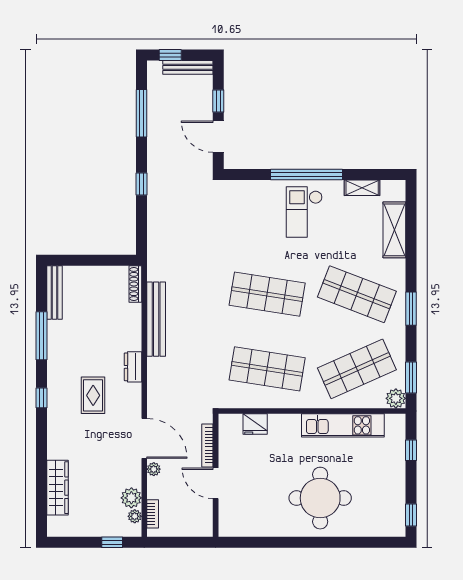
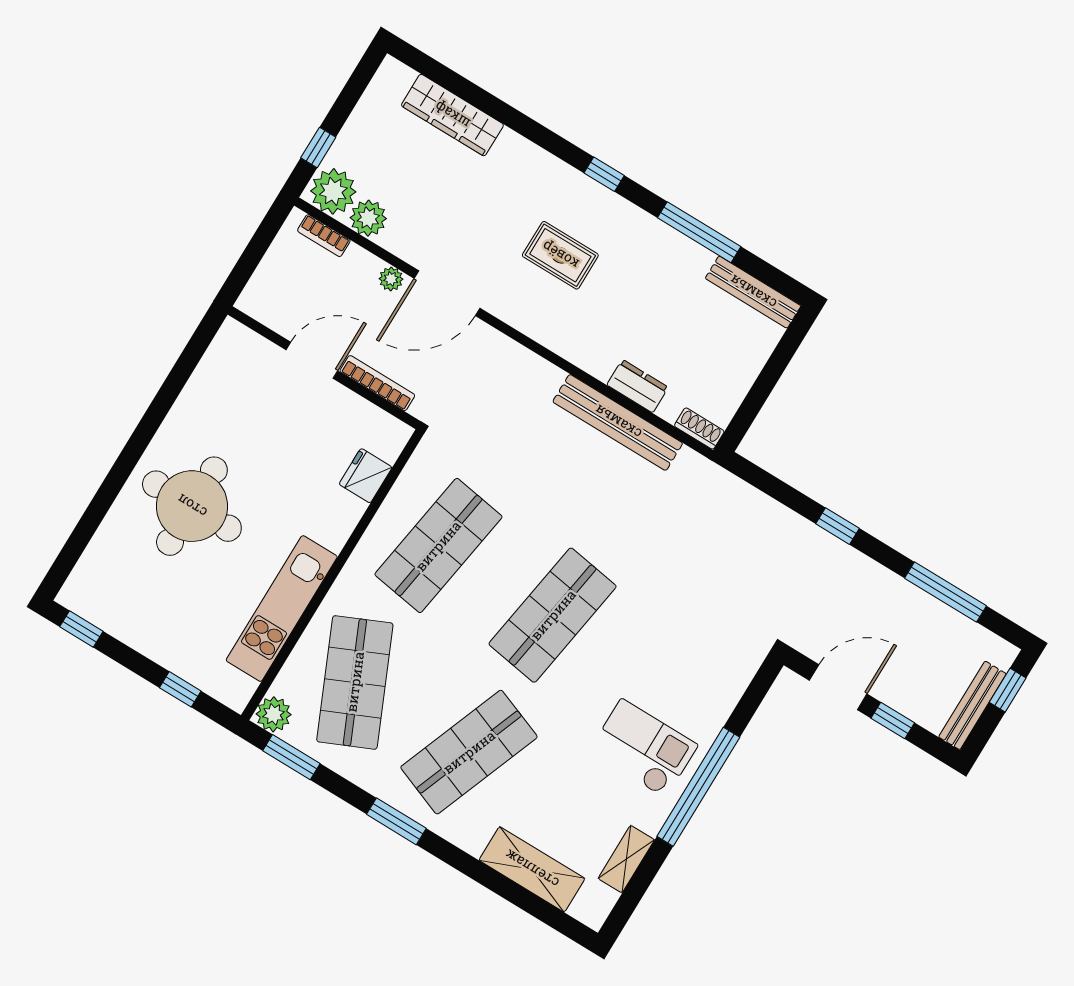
shoe rack: (135, 284) -> (699, 429), width x0.70
dresser: (133, 367) -> (638, 386), moved
plant: (135, 516) -> (333, 191), width x1.88, depth x1.88

